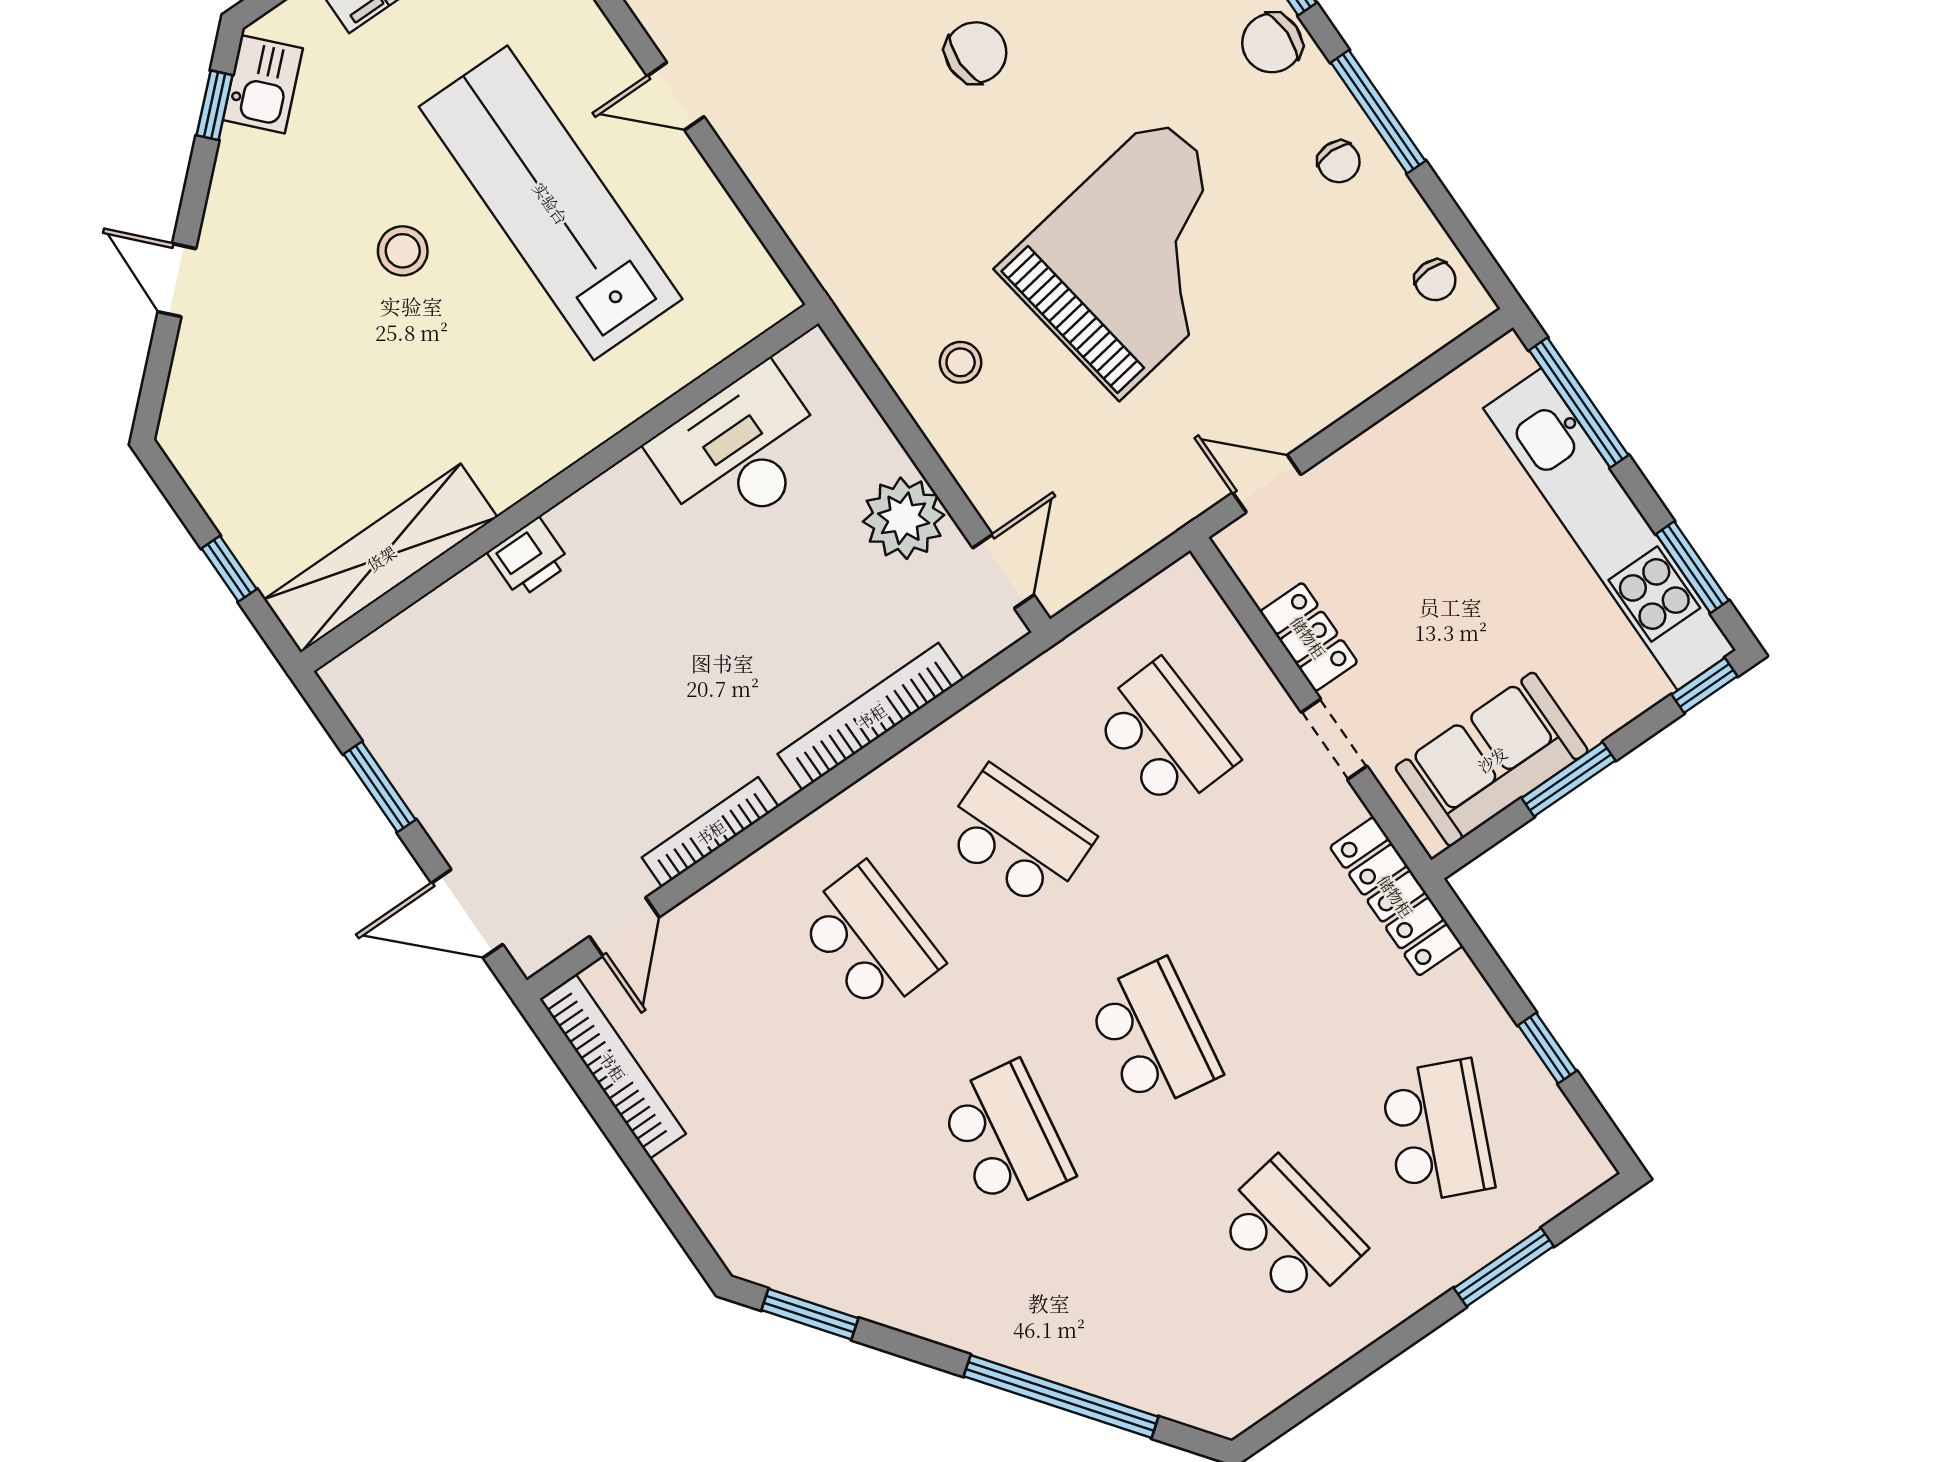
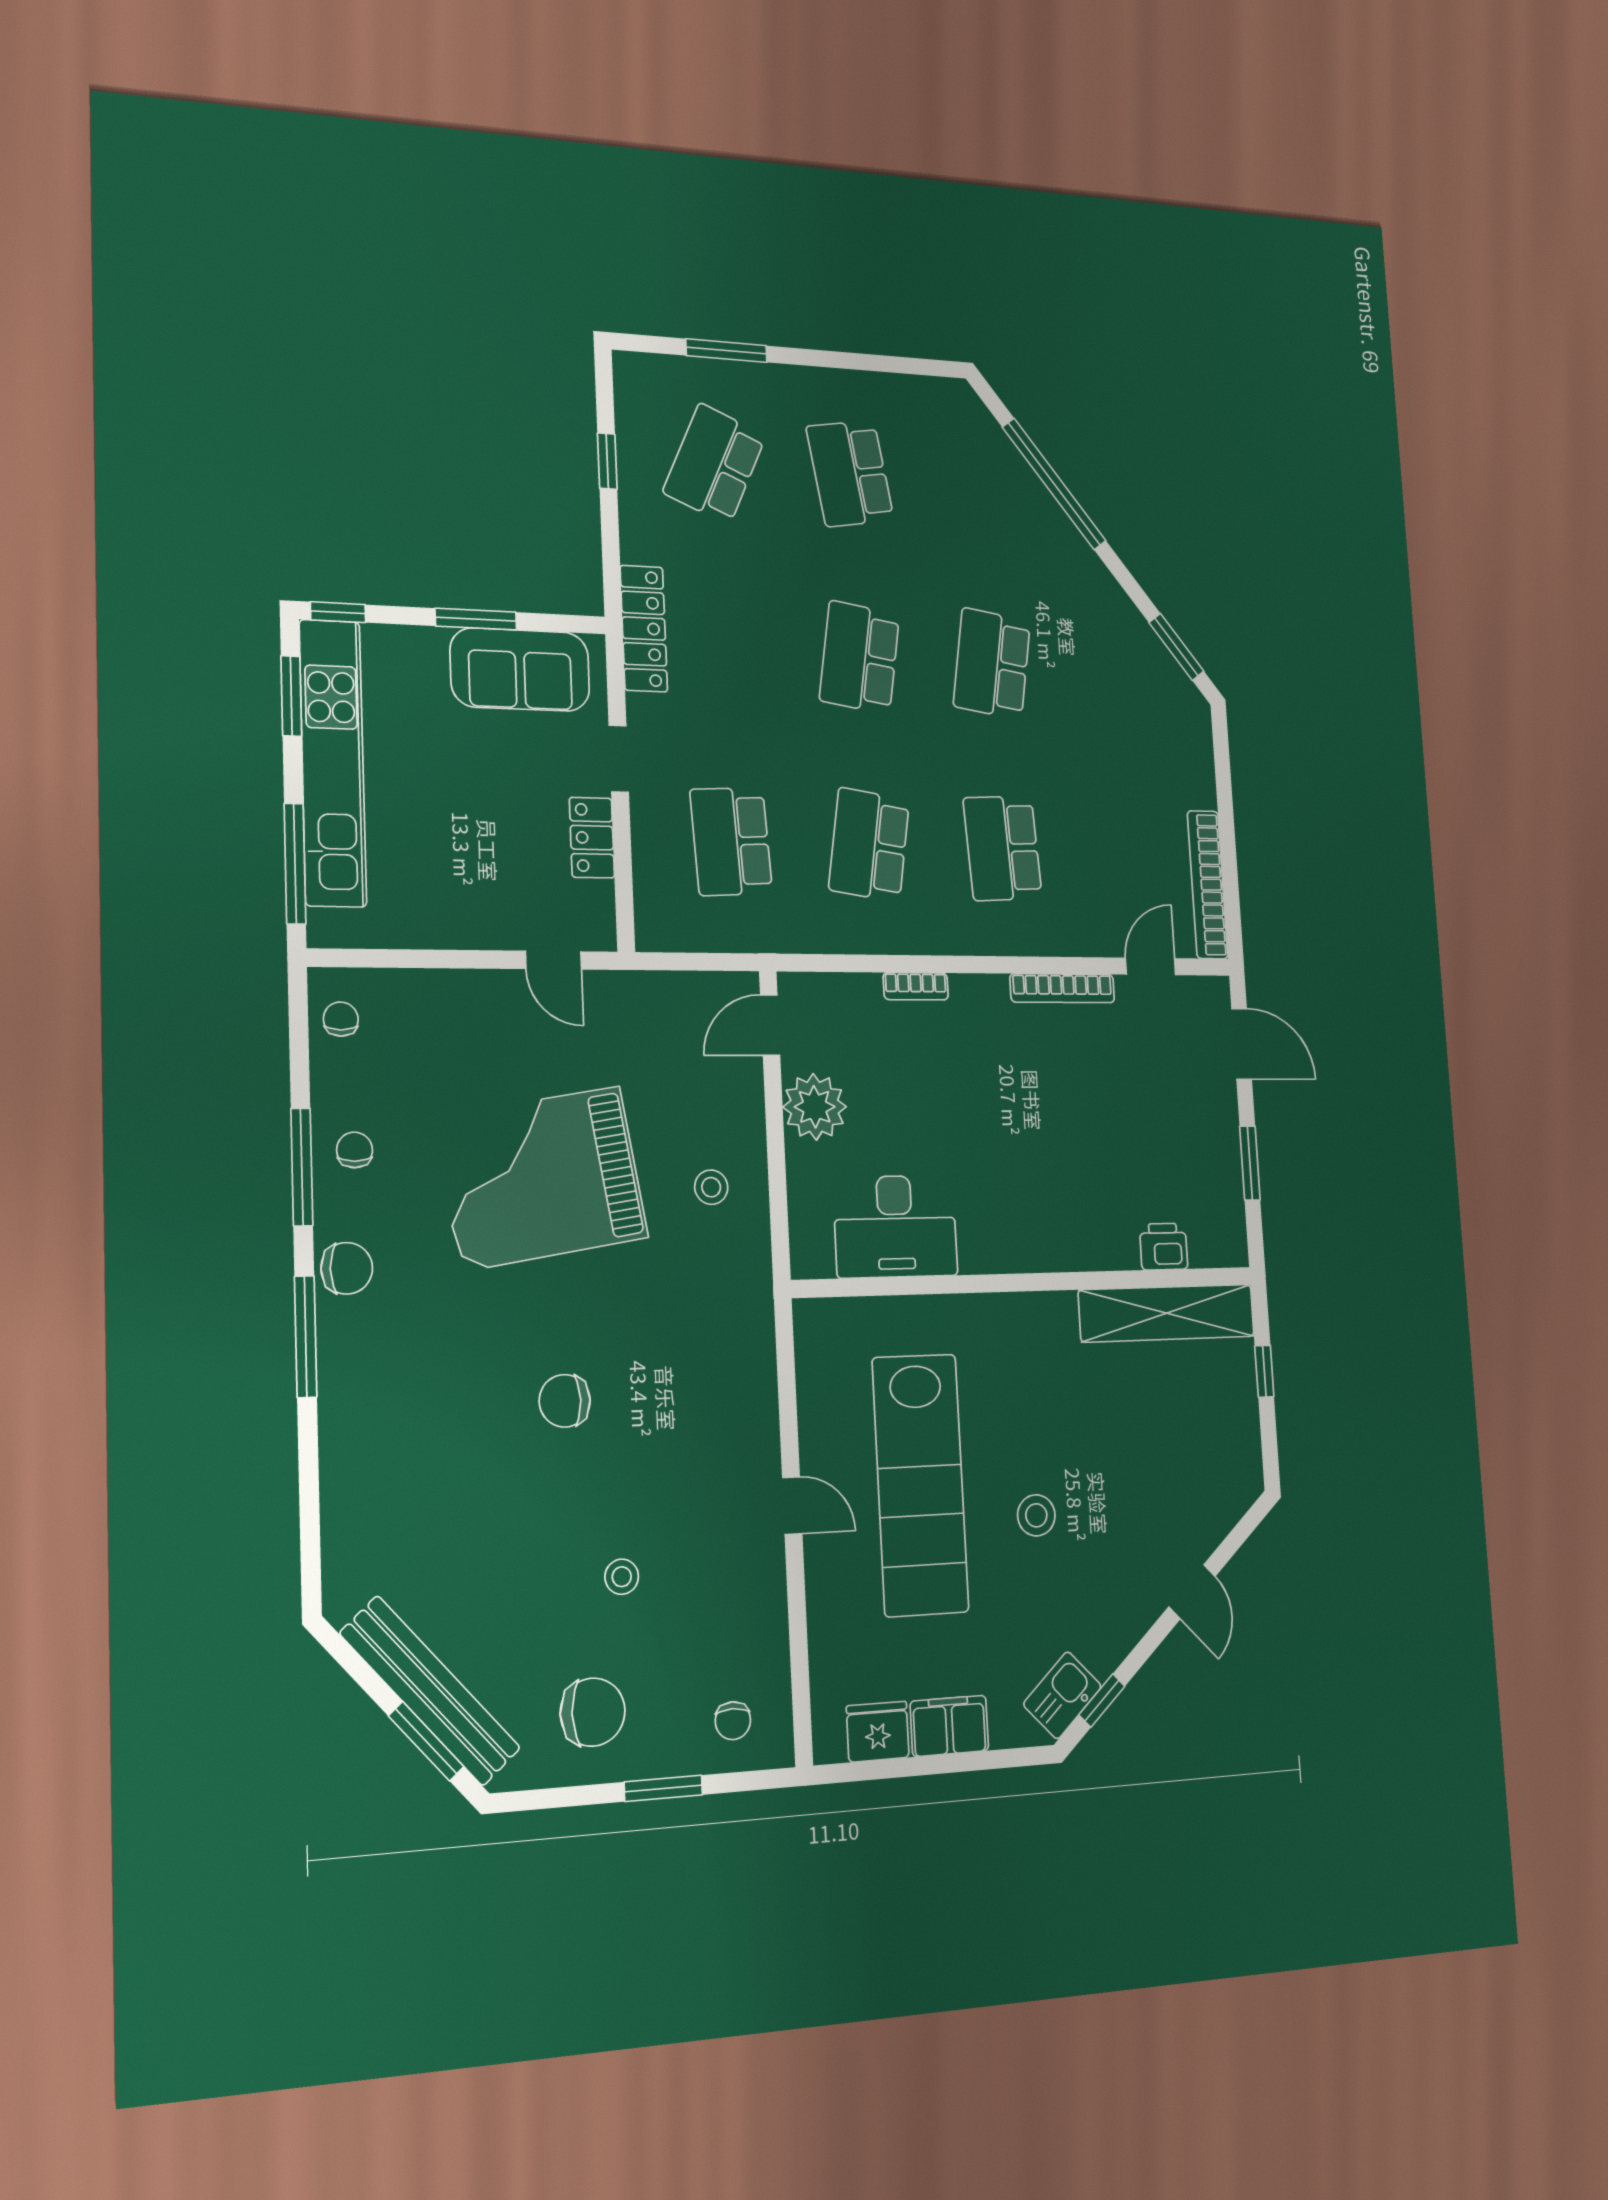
printer: (529, 558) -> (1164, 1247), moved
bookcase: (871, 716) -> (916, 986), width x0.43, depth x0.76
school desk: (1017, 838) -> (869, 845), turned 30

